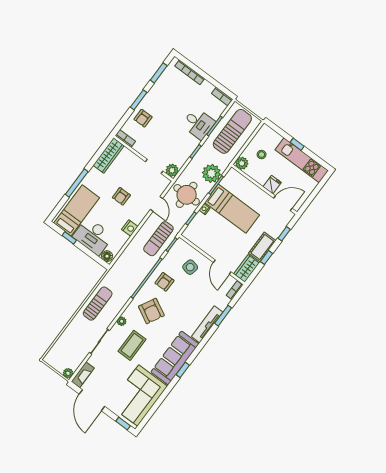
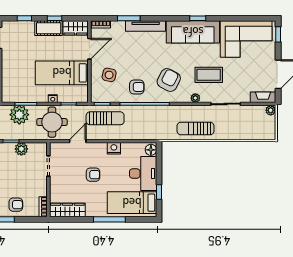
plant: (172, 170) -> (21, 149), moved
bed: (232, 209) -> (62, 73), moved, turned -90

